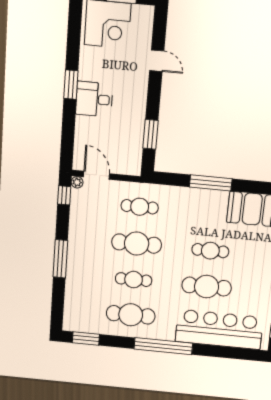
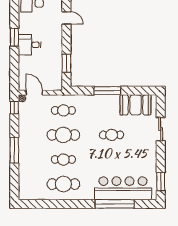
cafe table: (207, 287) -> (112, 159), removed
window: (86, 339) -> (35, 204), removed
window: (163, 346) -> (115, 204), moved

